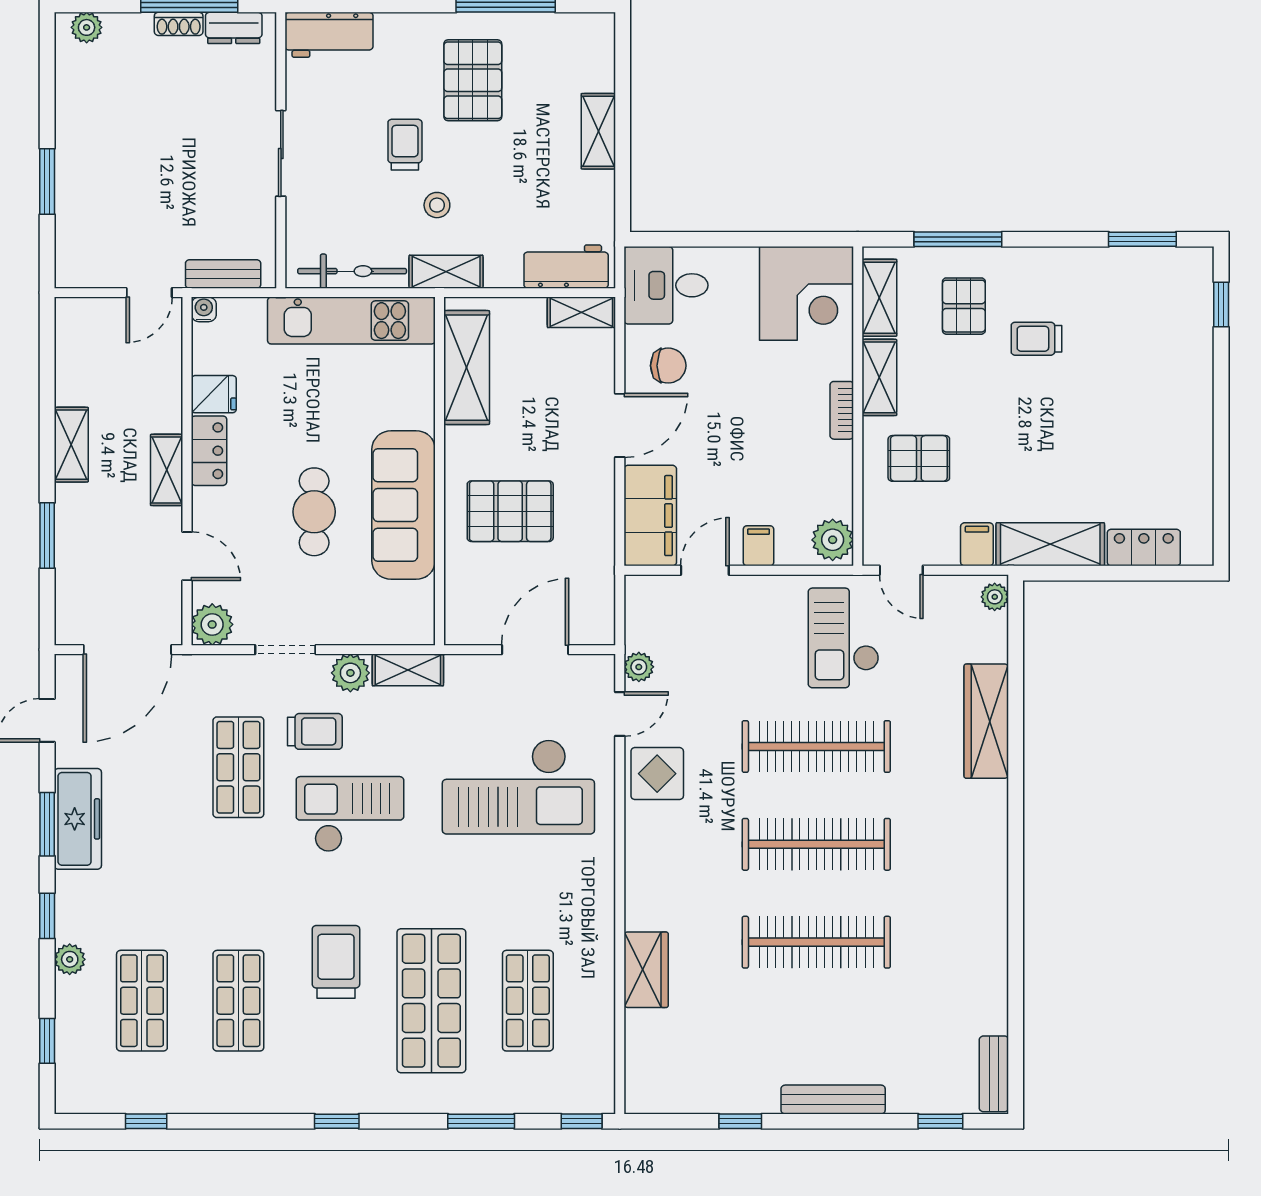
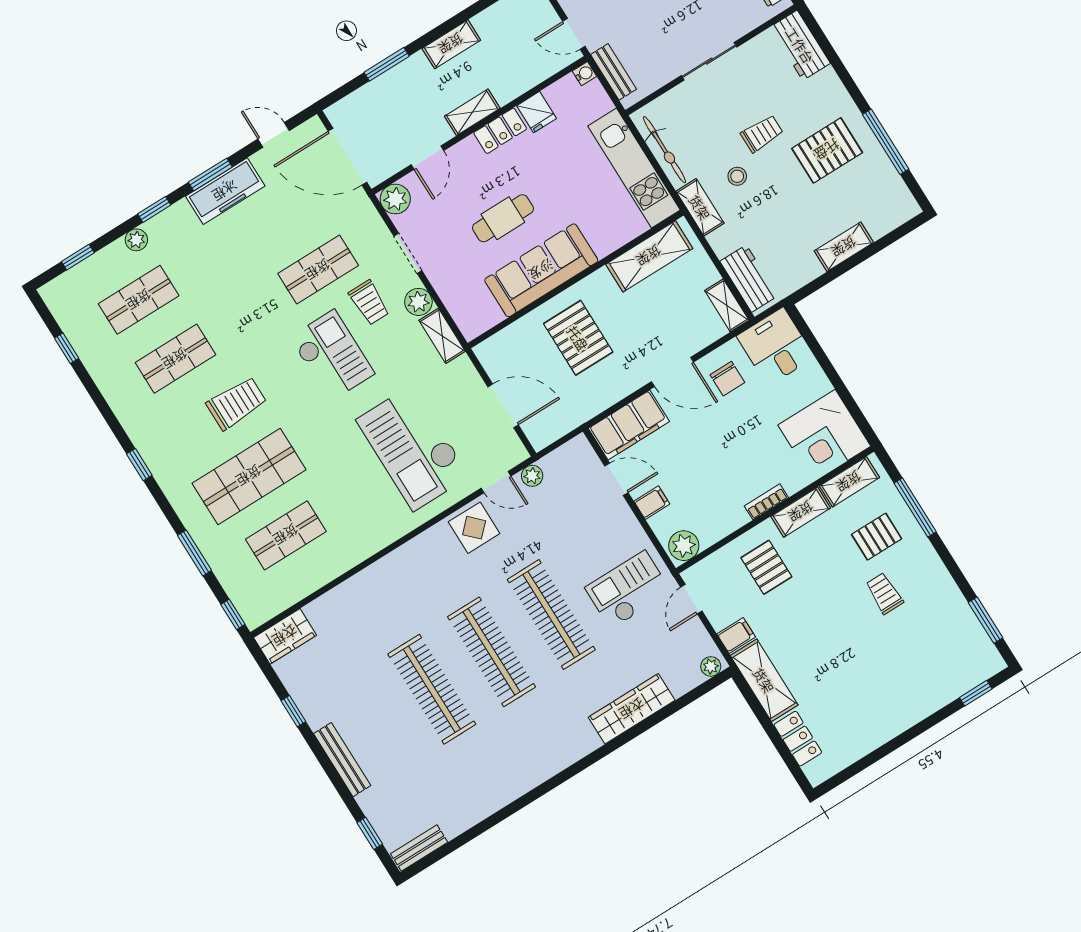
wardrobe: (646, 970) -> (285, 636), moved

